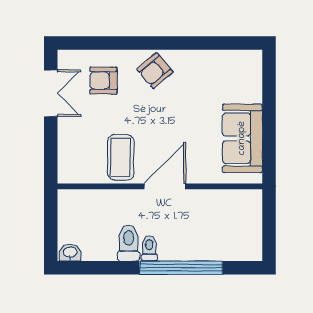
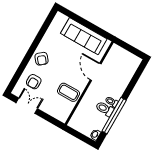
sofa: (242, 138) -> (84, 36), width x1.36
door: (165, 186) -> (96, 72), moved
window: (181, 268) -> (114, 116), moved

